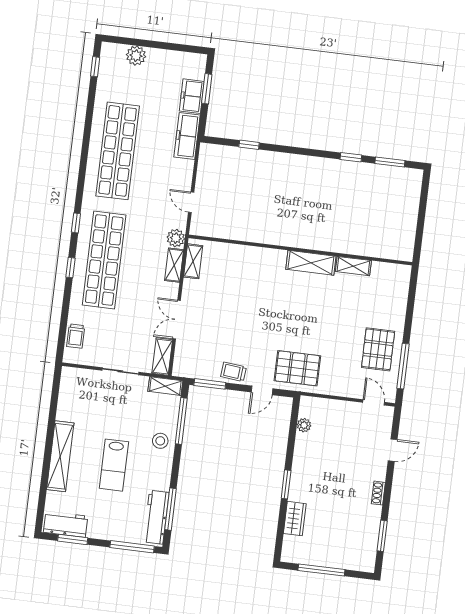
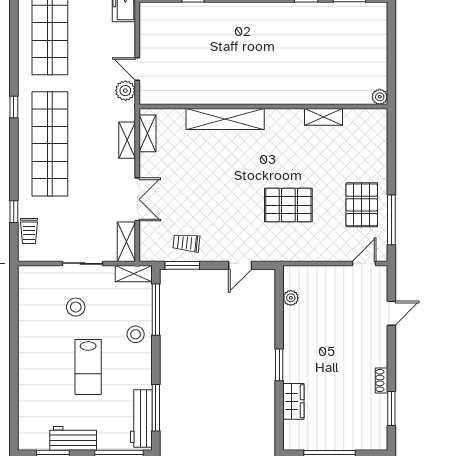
plant: (176, 238) -> (125, 91), moved
plant: (406, 254) -> (380, 97), added
shelving: (311, 263) -> (225, 119), moved, width x1.47
window: (70, 268) -> (14, 212), moved
double door: (177, 320) -> (137, 199), swing flipped
pallet: (297, 368) -> (288, 205), moved
trolley: (233, 372) -> (186, 243), moved
door: (374, 402) -> (364, 263), hinge flipped
stool: (109, 410) -> (76, 307), added
shelving: (60, 456) -> (28, 365), removed
shoe rack: (378, 493) -> (381, 380), moved
workbench: (66, 524) -> (73, 438), moved

